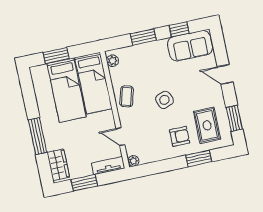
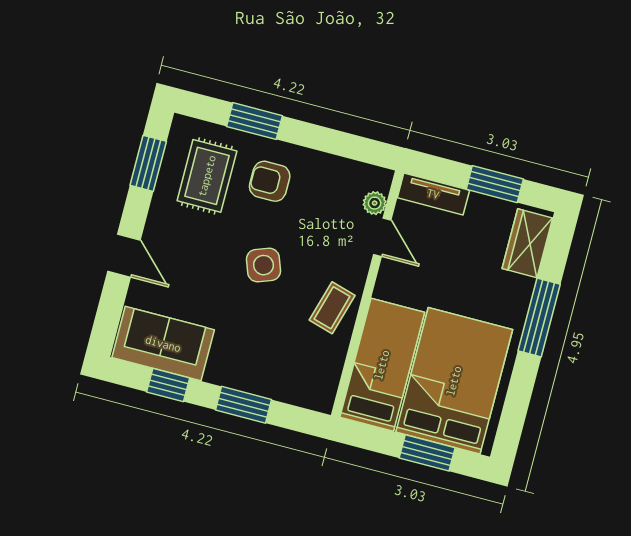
plant: (113, 61) -> (325, 389), removed
bed: (67, 90) -> (454, 381), width x1.50
plant: (133, 161) -> (375, 203), moved

